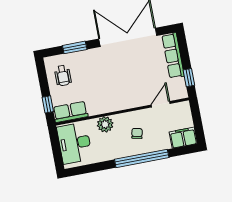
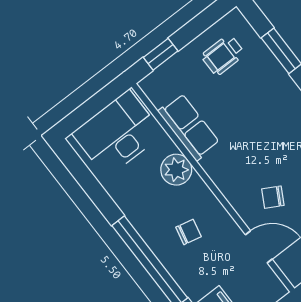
chair: (141, 86) -> (273, 197), added
row of seats: (70, 112) -> (189, 127), moved

